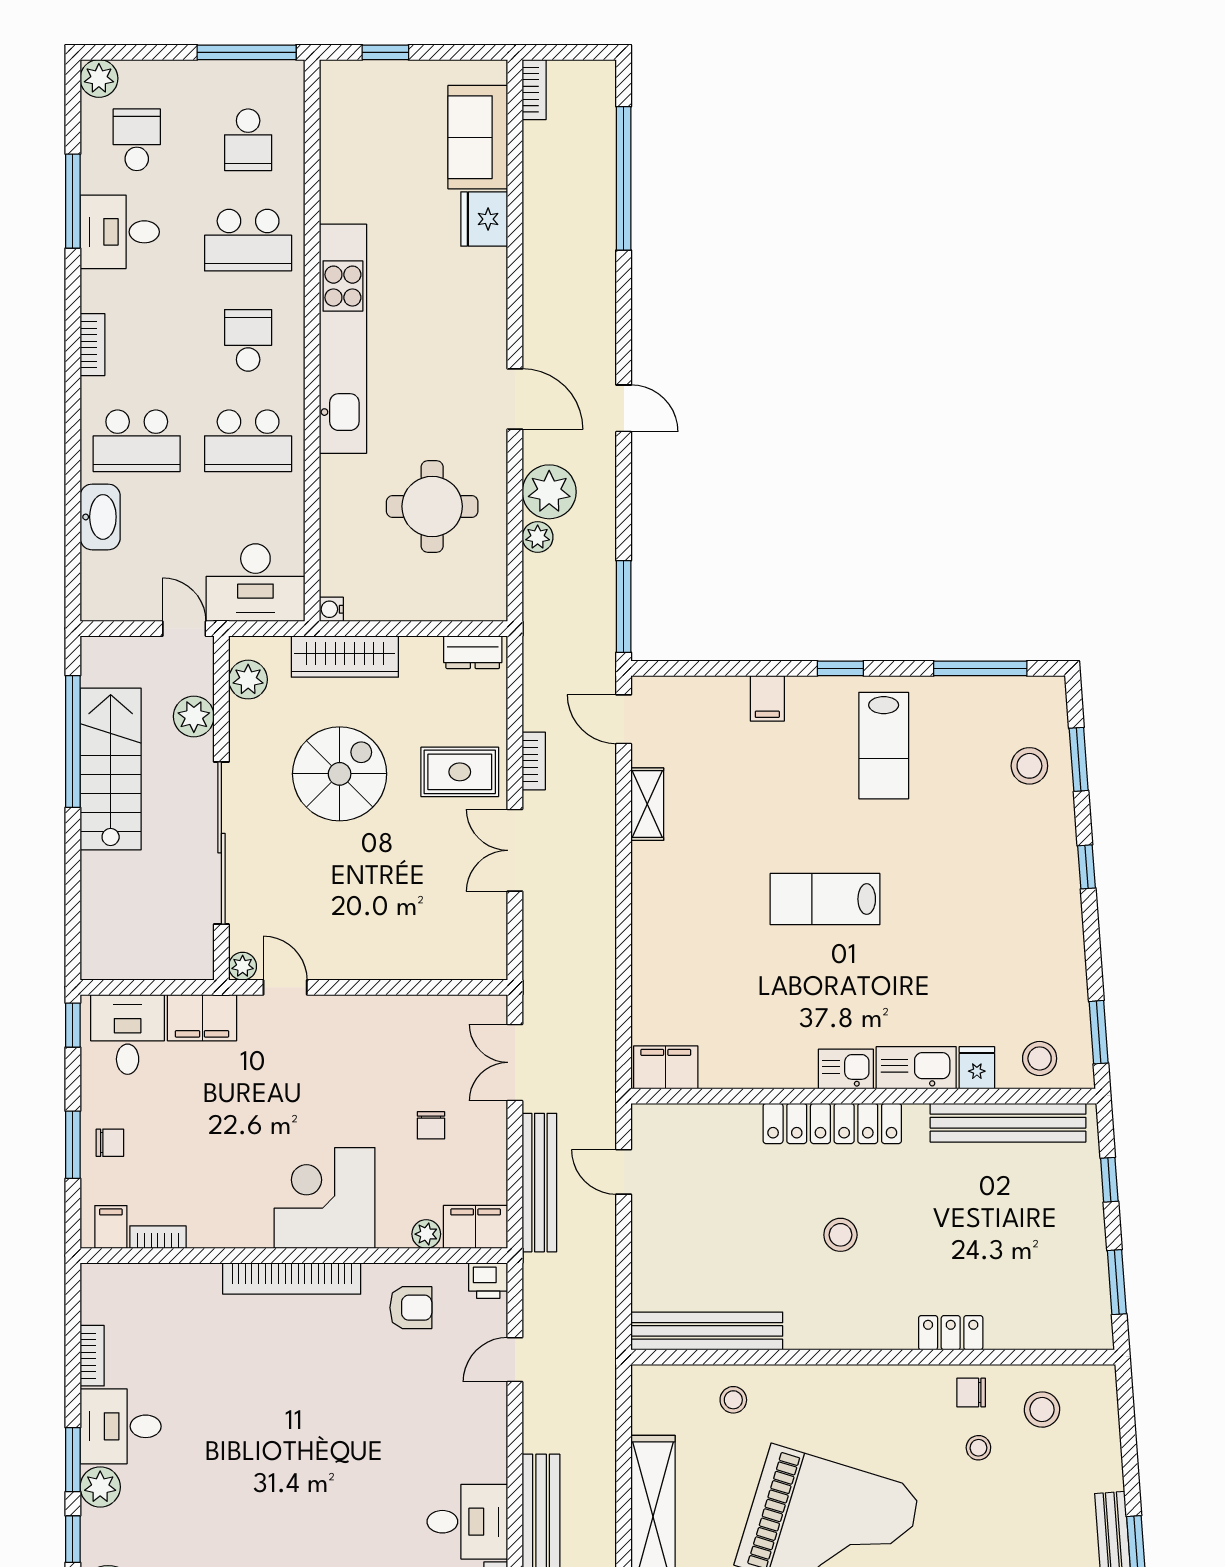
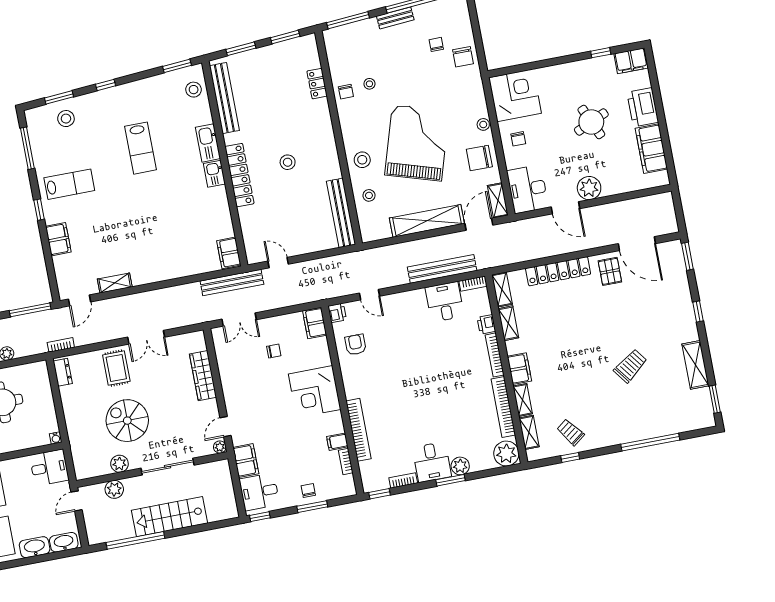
washbasin: (99, 583) -> (64, 542), added
desk: (255, 583) -> (49, 468), width x0.73
wardrobe: (345, 657) -> (203, 376), moved, turned 180
plant: (248, 680) -> (119, 464), moved
filing cabinet: (767, 698) -> (58, 239), width x2.00
bookcase: (534, 761) -> (61, 345), moved
stairs: (111, 769) -> (170, 517), moved
sliding door: (221, 843) -> (168, 467), width x0.73
lab bench: (825, 899) -> (140, 148), moved
fridge: (977, 1068) -> (203, 116), removed
door: (624, 1172) -> (278, 263), swing flipped
window: (1109, 1180) -> (241, 49), width x1.50
bench: (539, 1183) -> (232, 283), moved
filing cabinet: (111, 1227) -> (337, 442), moved
plant: (426, 1234) -> (322, 344), removed
bookcase: (292, 1278) -> (358, 430), moved
locker: (951, 1333) -> (317, 84), moved
stool: (1042, 1410) -> (362, 160), moved
window: (1127, 1427) -> (348, 20), added
window: (73, 1539) -> (380, 494), moved

